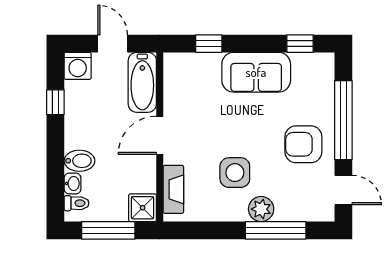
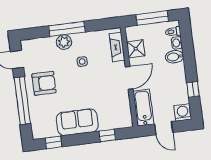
side table: (235, 173) -> (82, 62), width x0.54, depth x0.54
shower: (143, 208) -> (136, 49), moved
window: (276, 230) -> (67, 29), moved

